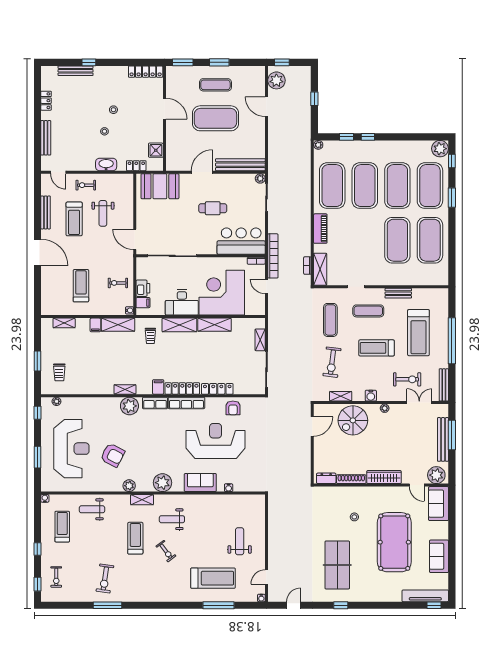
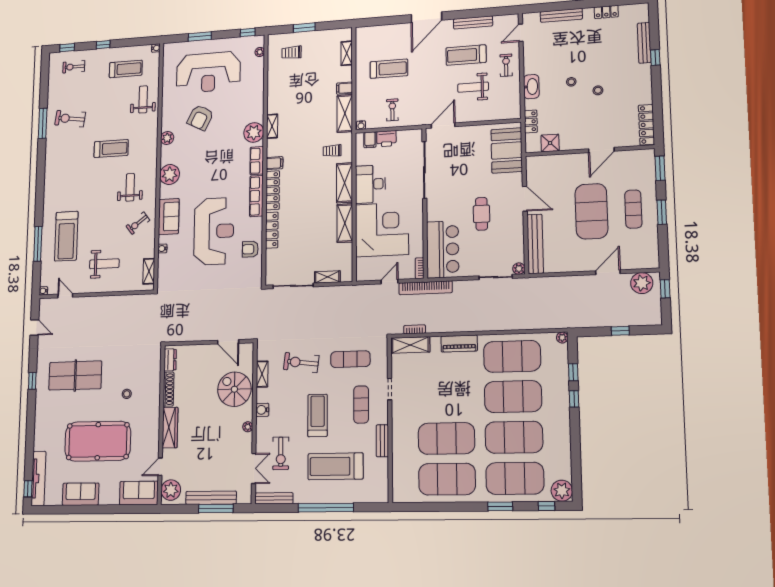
shelving: (142, 500) -> (149, 271), moved
exercise bike: (166, 551) -> (138, 223), moved

